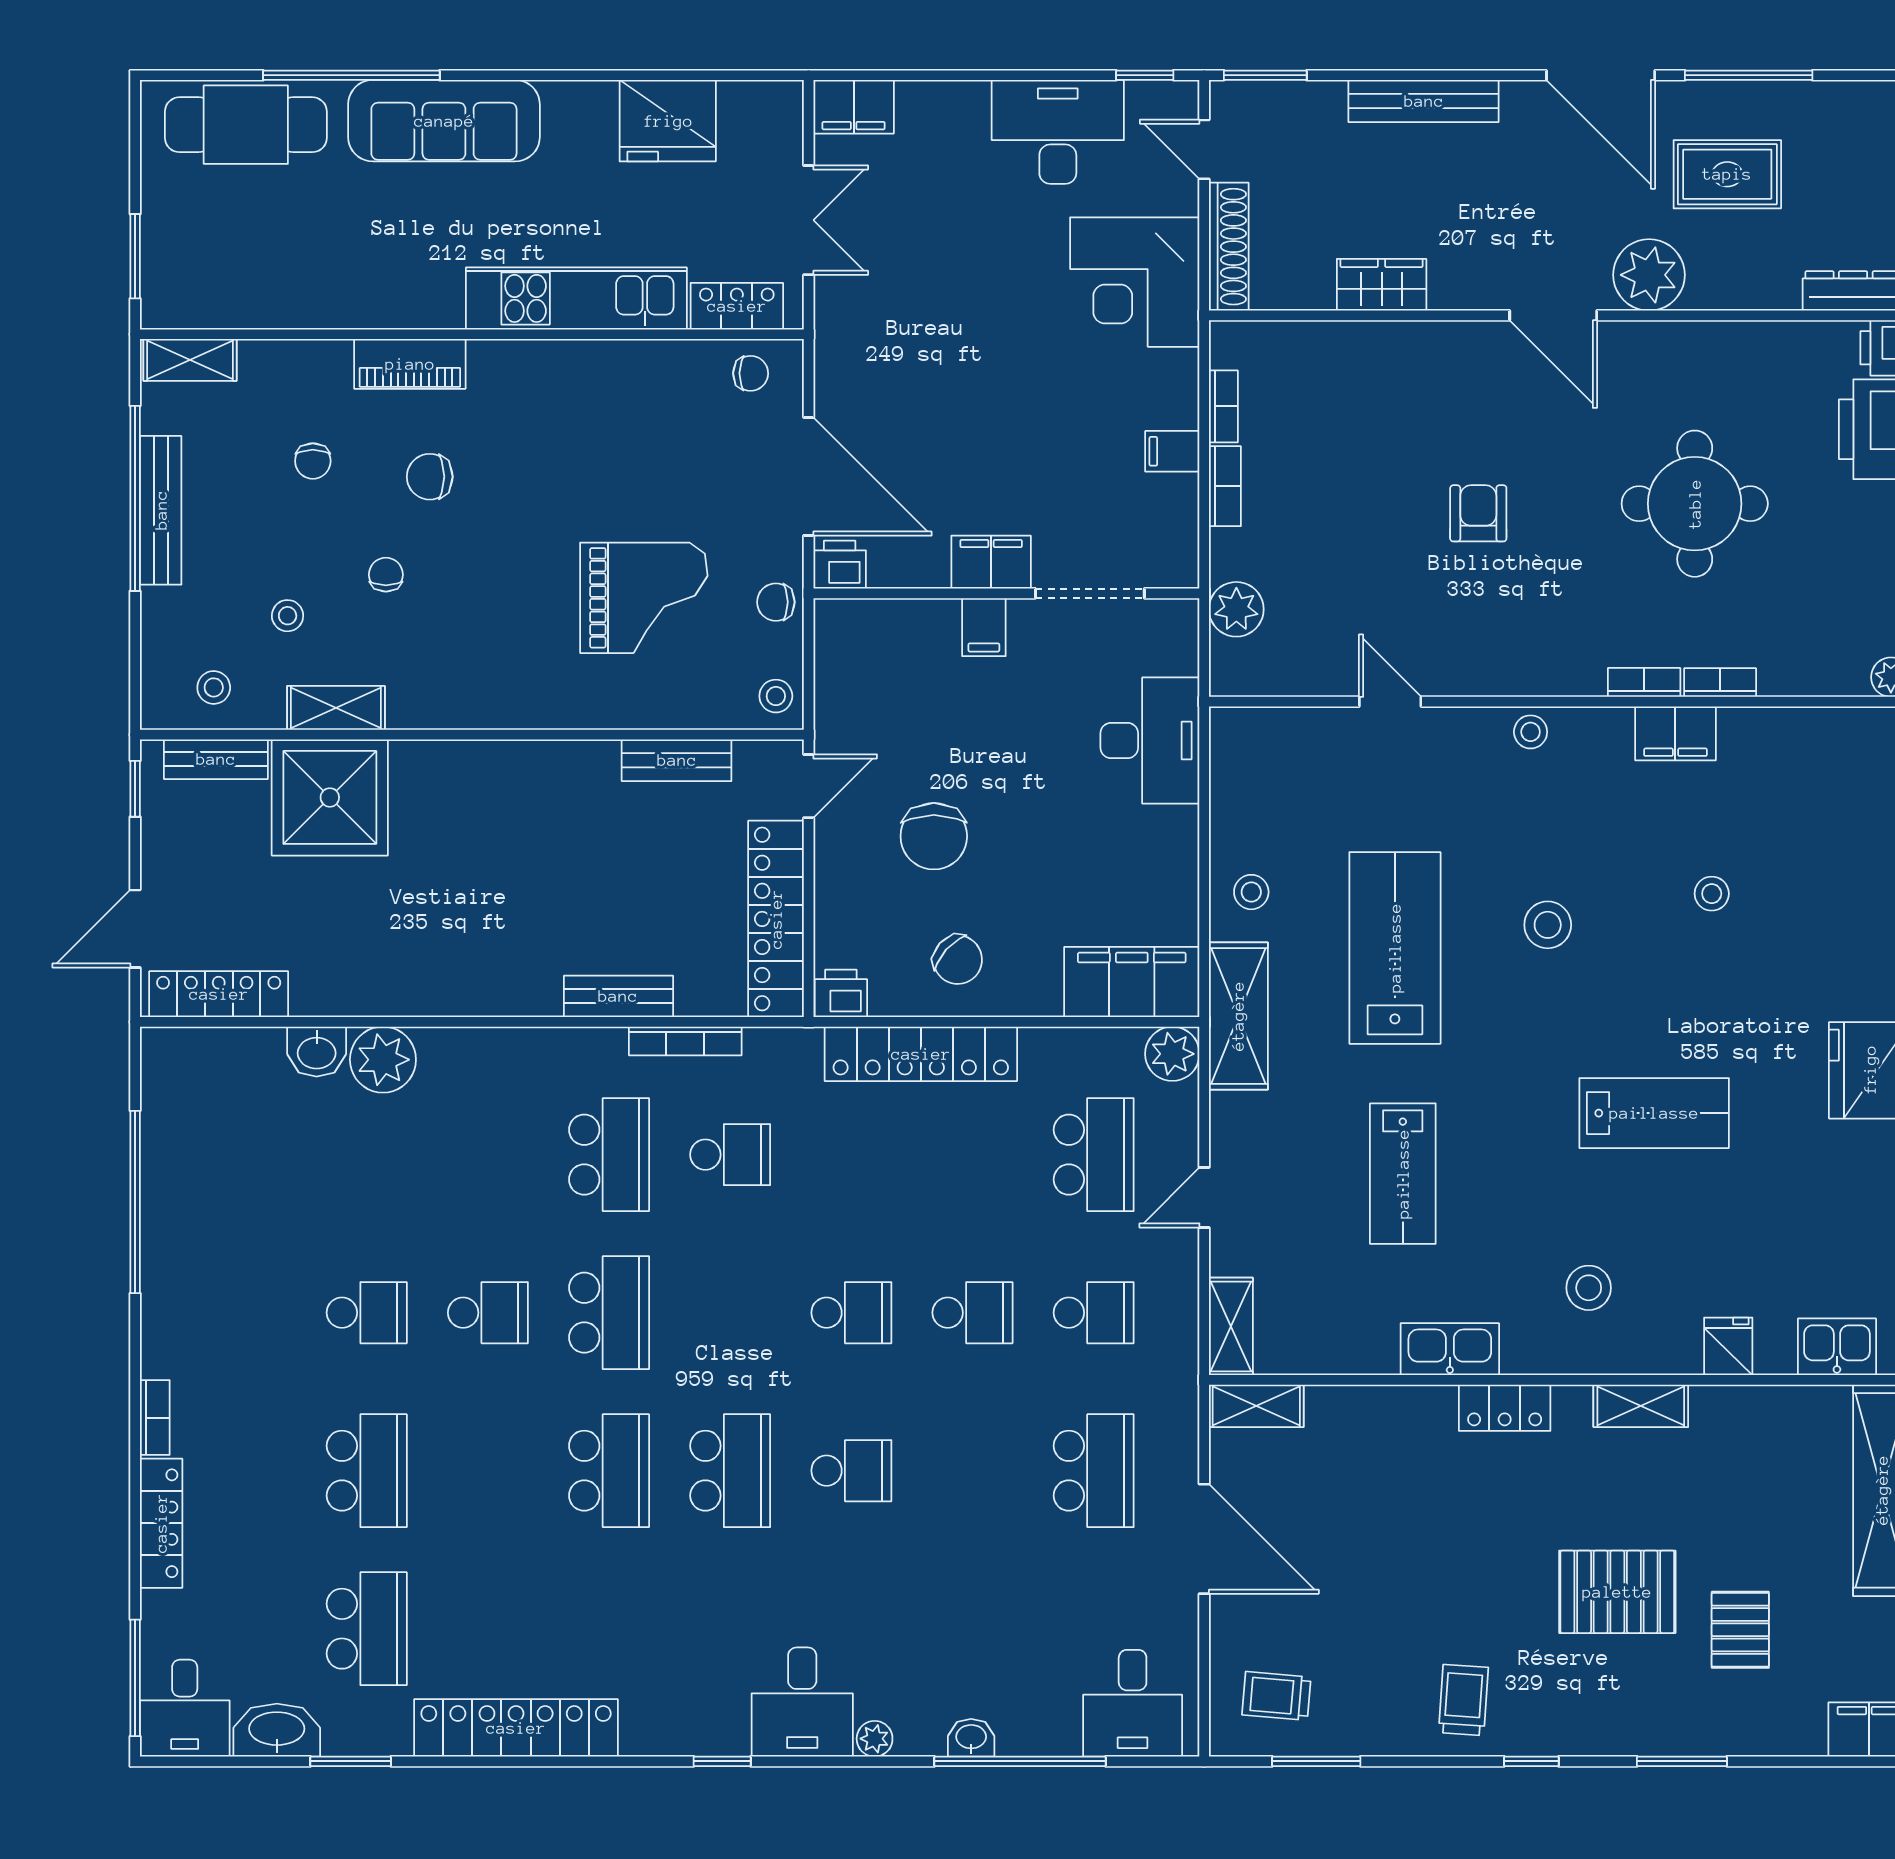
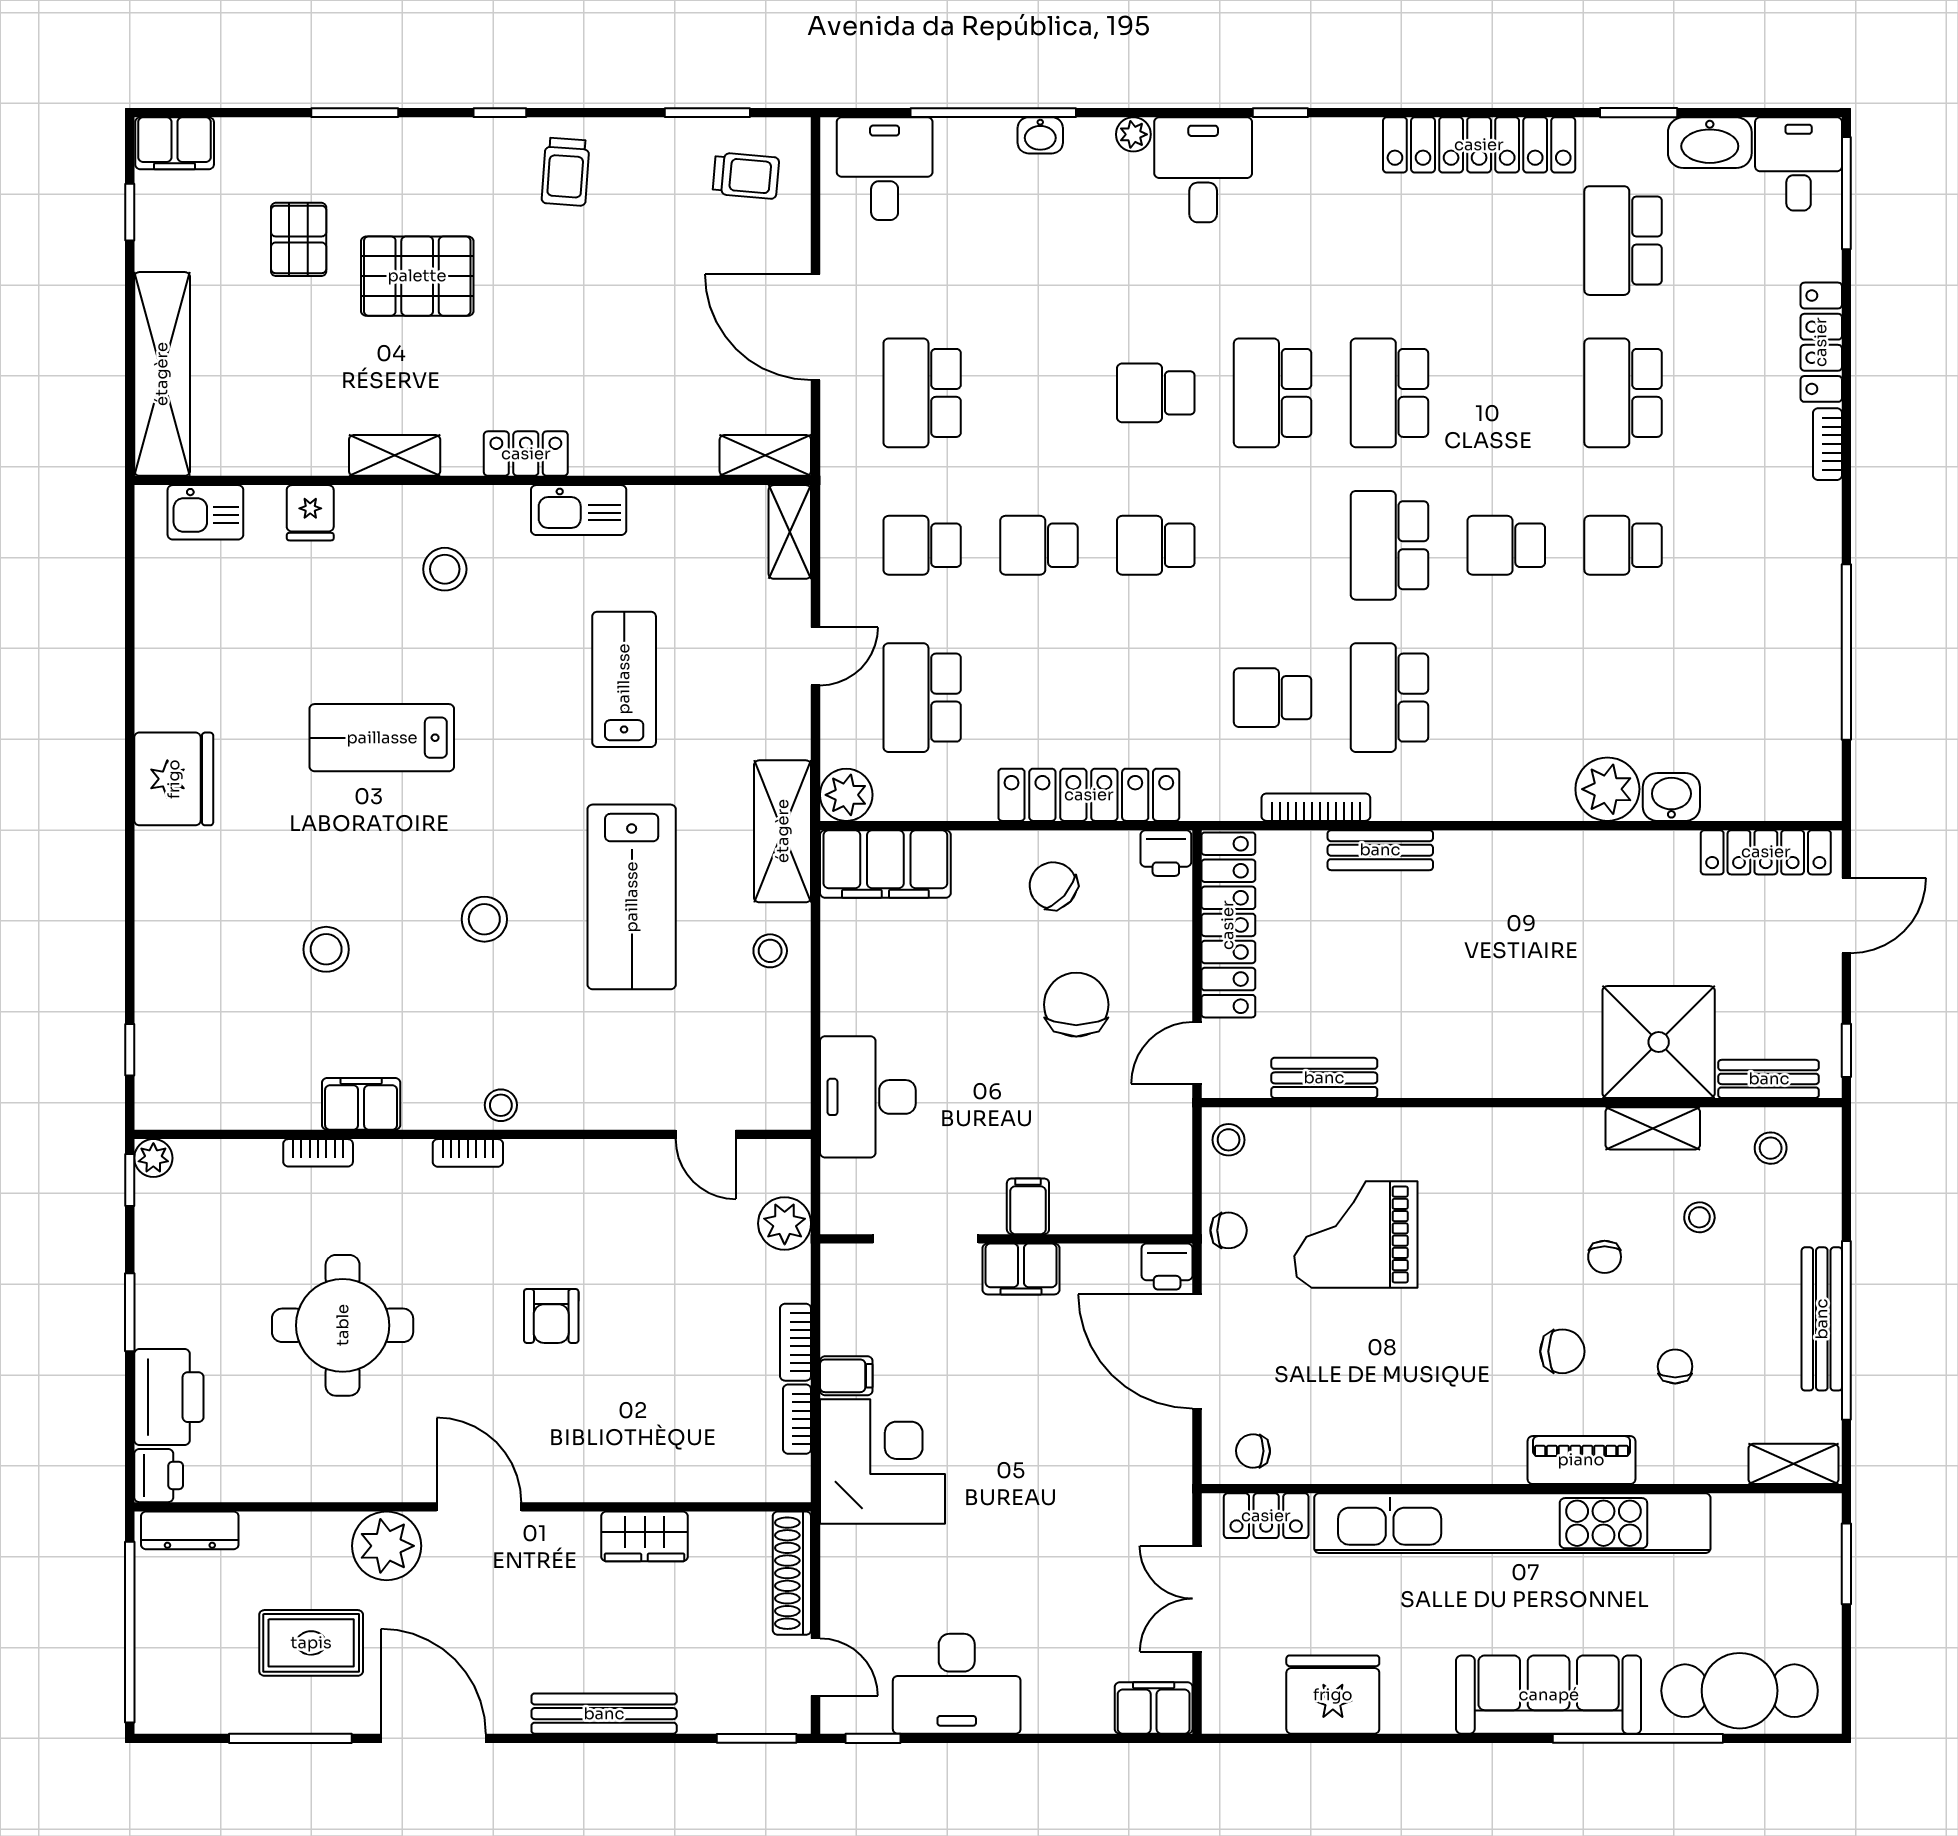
corner desk: (1135, 282) -> (882, 1461), moved
kitchen unit: (576, 298) -> (1512, 1523), width x1.86
bookcase: (1644, 682) -> (468, 1153), moved
door: (1390, 702) -> (706, 1134), moved
stool: (1712, 894) -> (326, 949), width x1.37, depth x1.37

